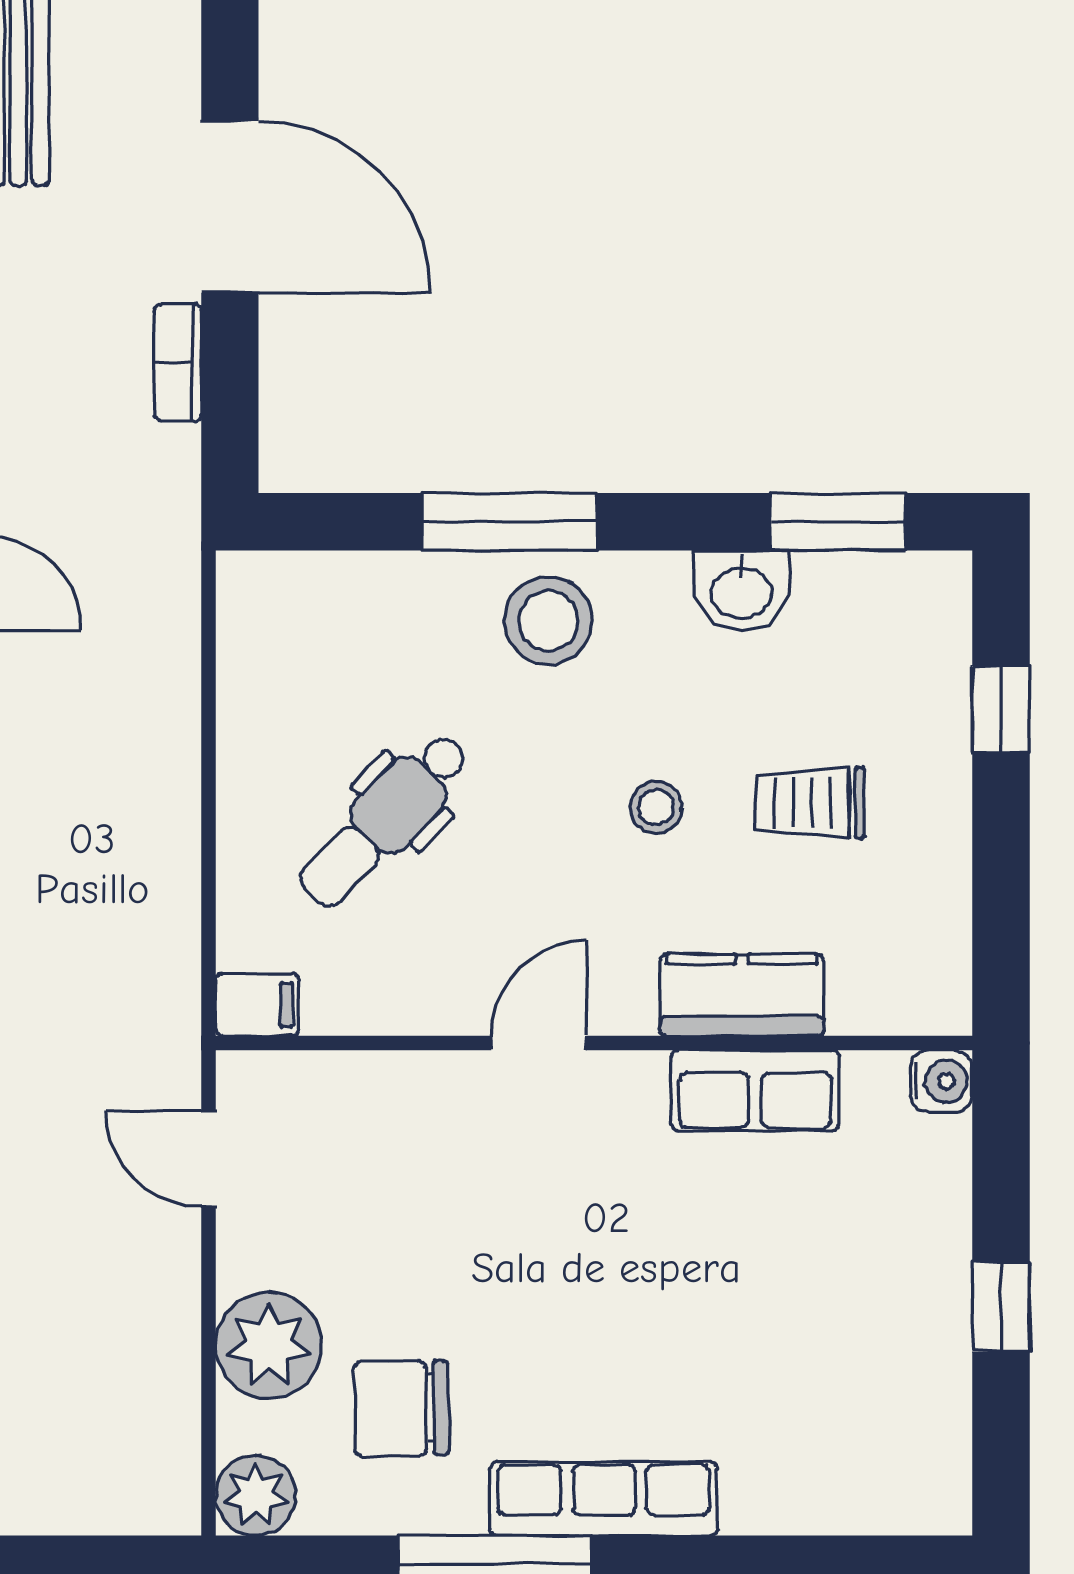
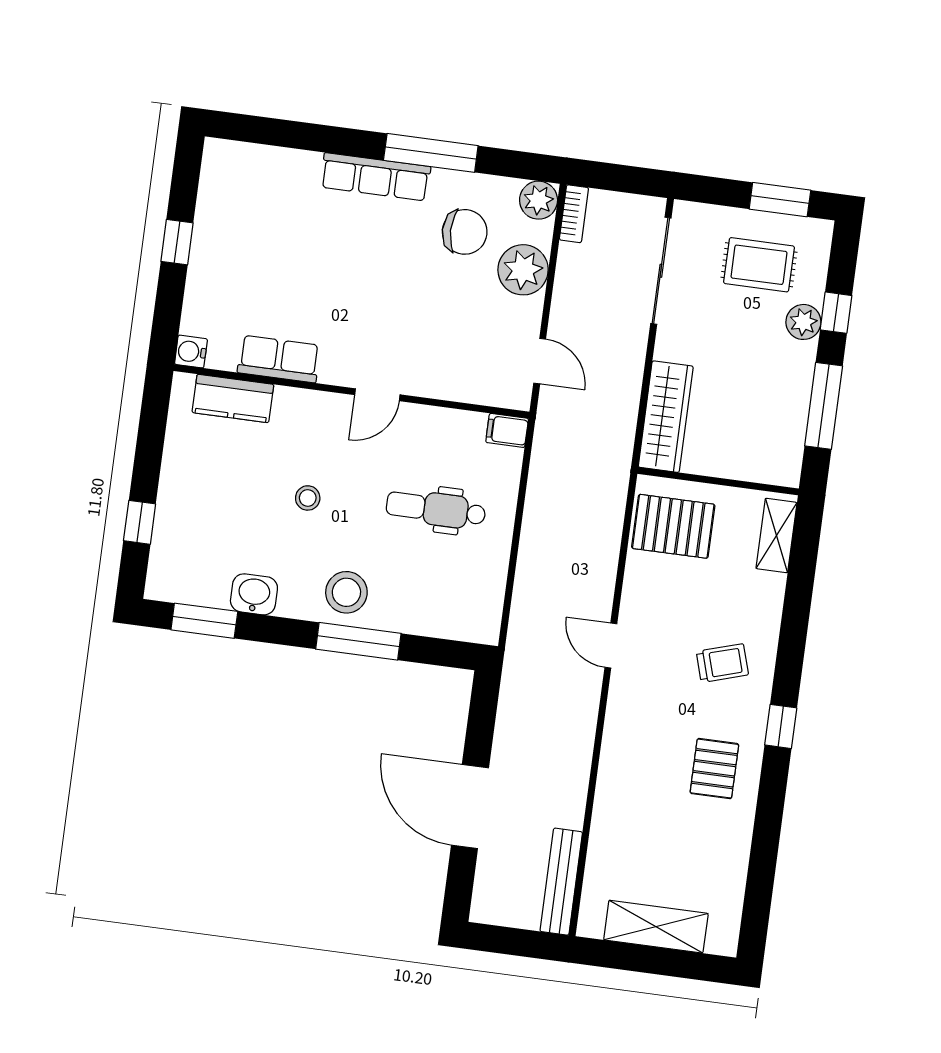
bookcase: (178, 363) -> (574, 214), moved
trolley: (810, 803) -> (235, 491), removed
dental chair: (384, 820) -> (436, 509), turned -134
kitchen counter: (742, 995) -> (233, 398), moved

